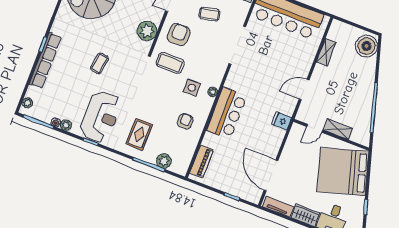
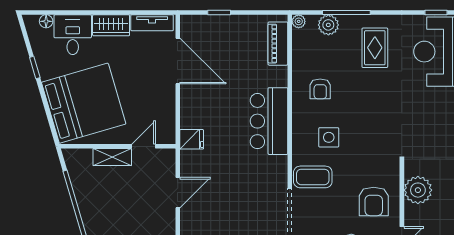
coffee table: (170, 63) -> (313, 177), moved
plant: (213, 92) -> (299, 21), moved

